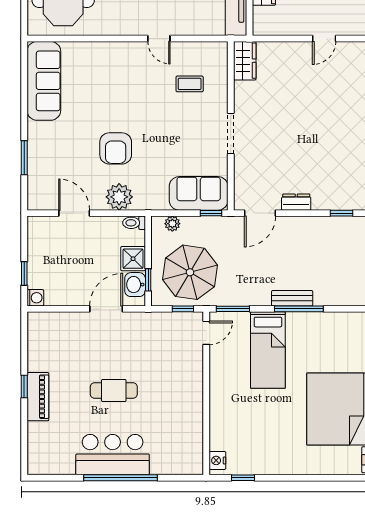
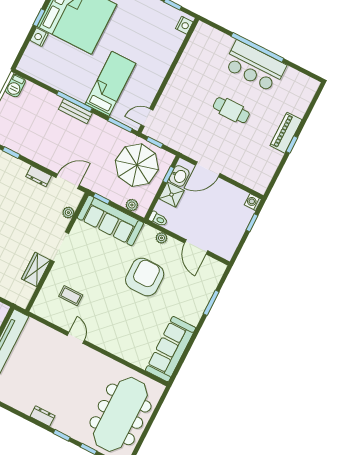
wardrobe: (245, 61) -> (36, 269), moved
armchair: (116, 148) -> (145, 277), width x1.36, depth x1.36
plant: (241, 178) -> (68, 213), added
sofa: (199, 193) -> (110, 220), width x1.36
plant: (119, 197) -> (161, 238), width x0.53, depth x0.53

